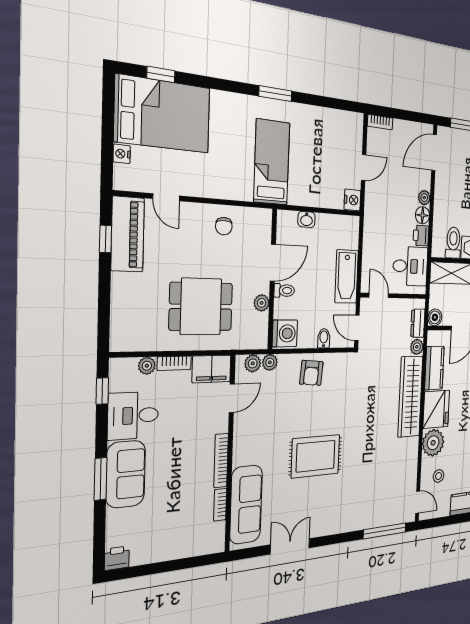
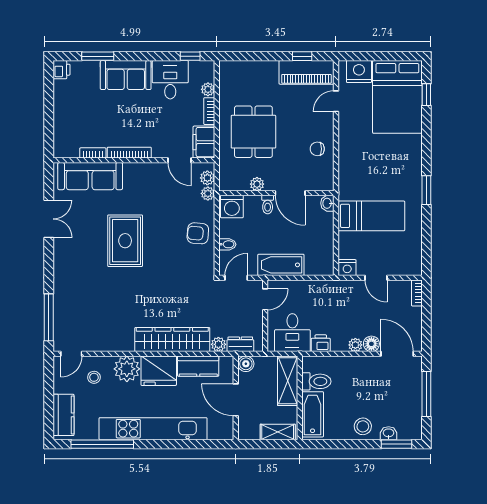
nightstand: (122, 154) -> (359, 72), width x1.89, depth x1.79
bed: (272, 162) -> (371, 216), moved
floor lamp: (422, 215) -> (371, 344), moved
washbasin: (306, 219) -> (327, 203), moved
window: (101, 479) -> (98, 56), moved

